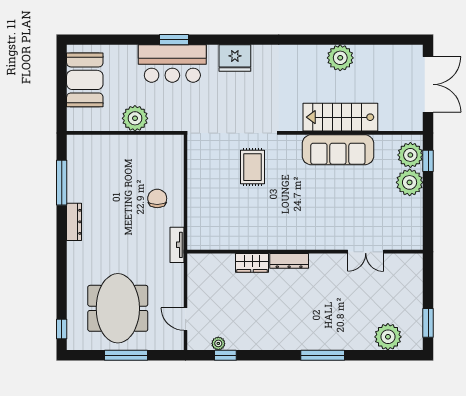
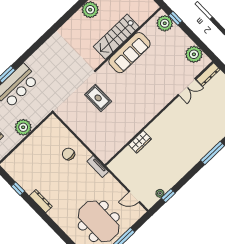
fridge: (235, 58) -> (42, 56), removed
plant: (410, 182) -> (194, 54), moved
window: (62, 183) -> (18, 189), width x0.46
dresser: (289, 261) -> (208, 74), moved

